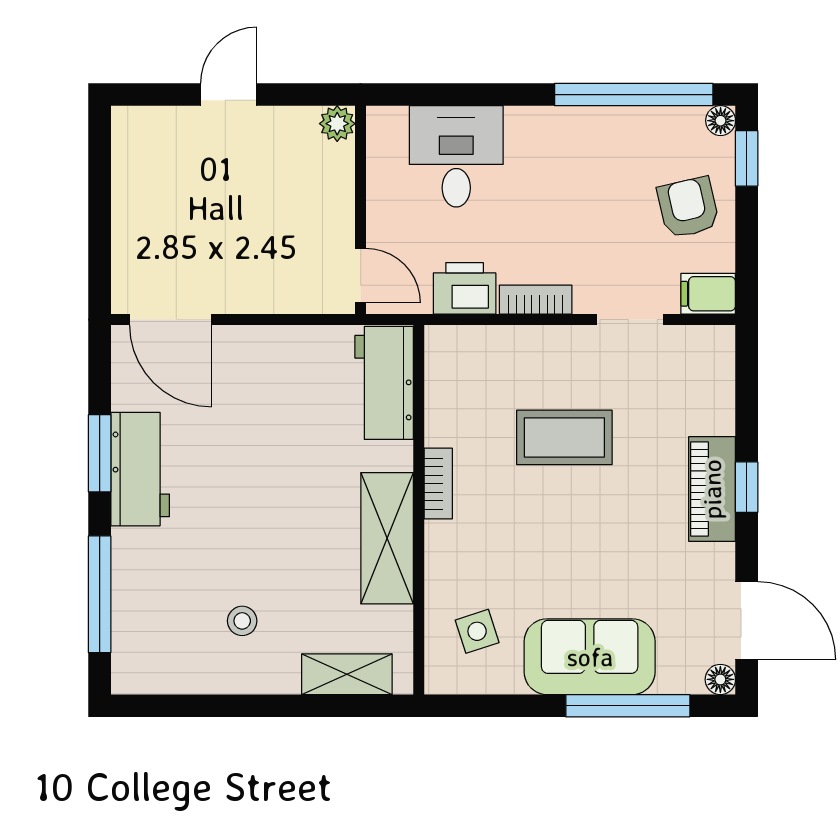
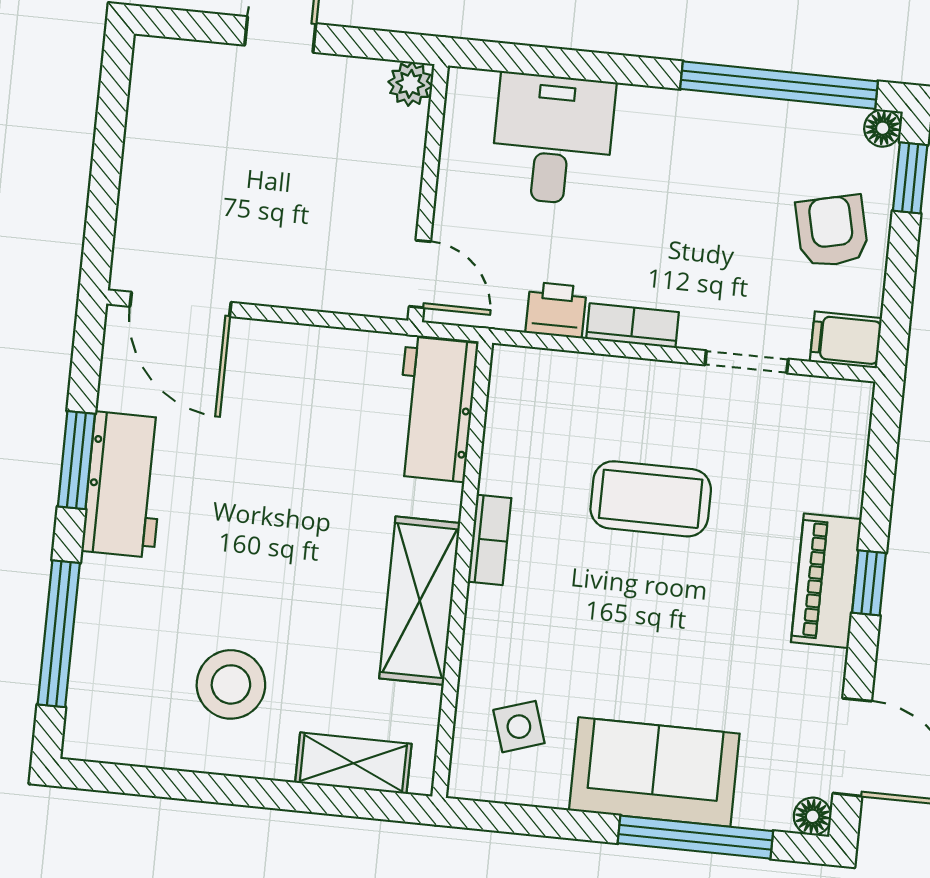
printer: (465, 288) -> (556, 310), width x0.73, depth x0.81
stool: (242, 621) -> (231, 684), width x1.89, depth x1.89

